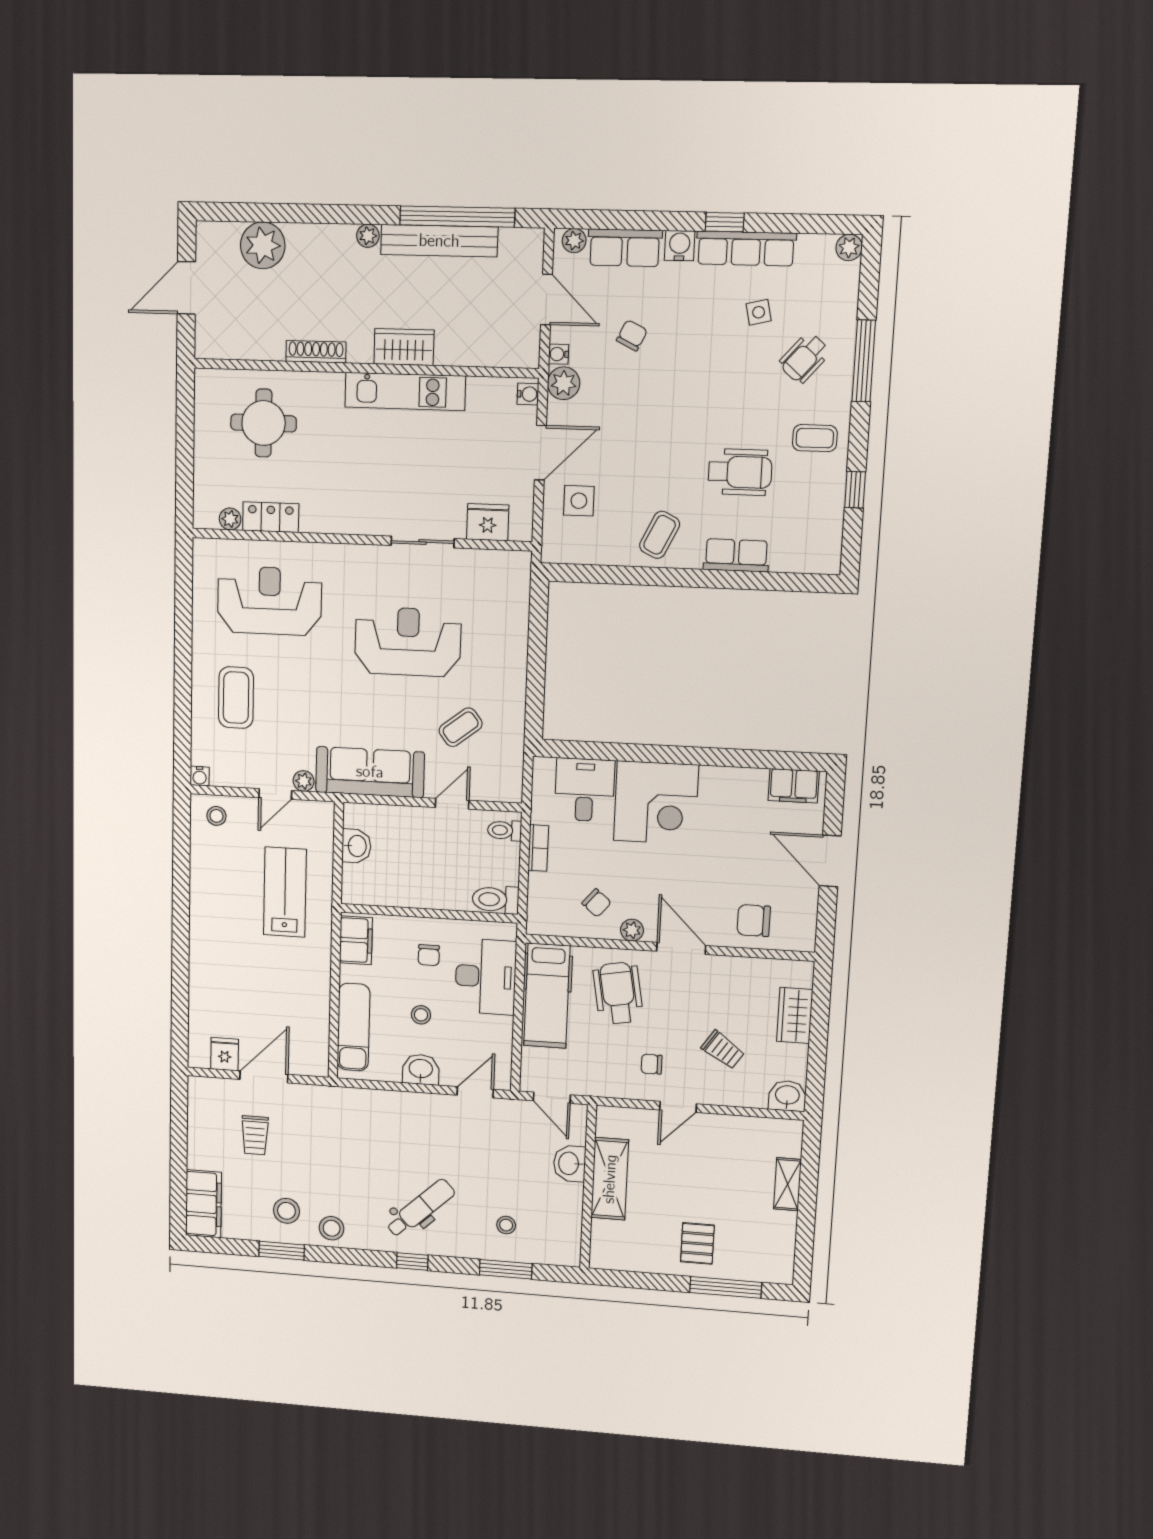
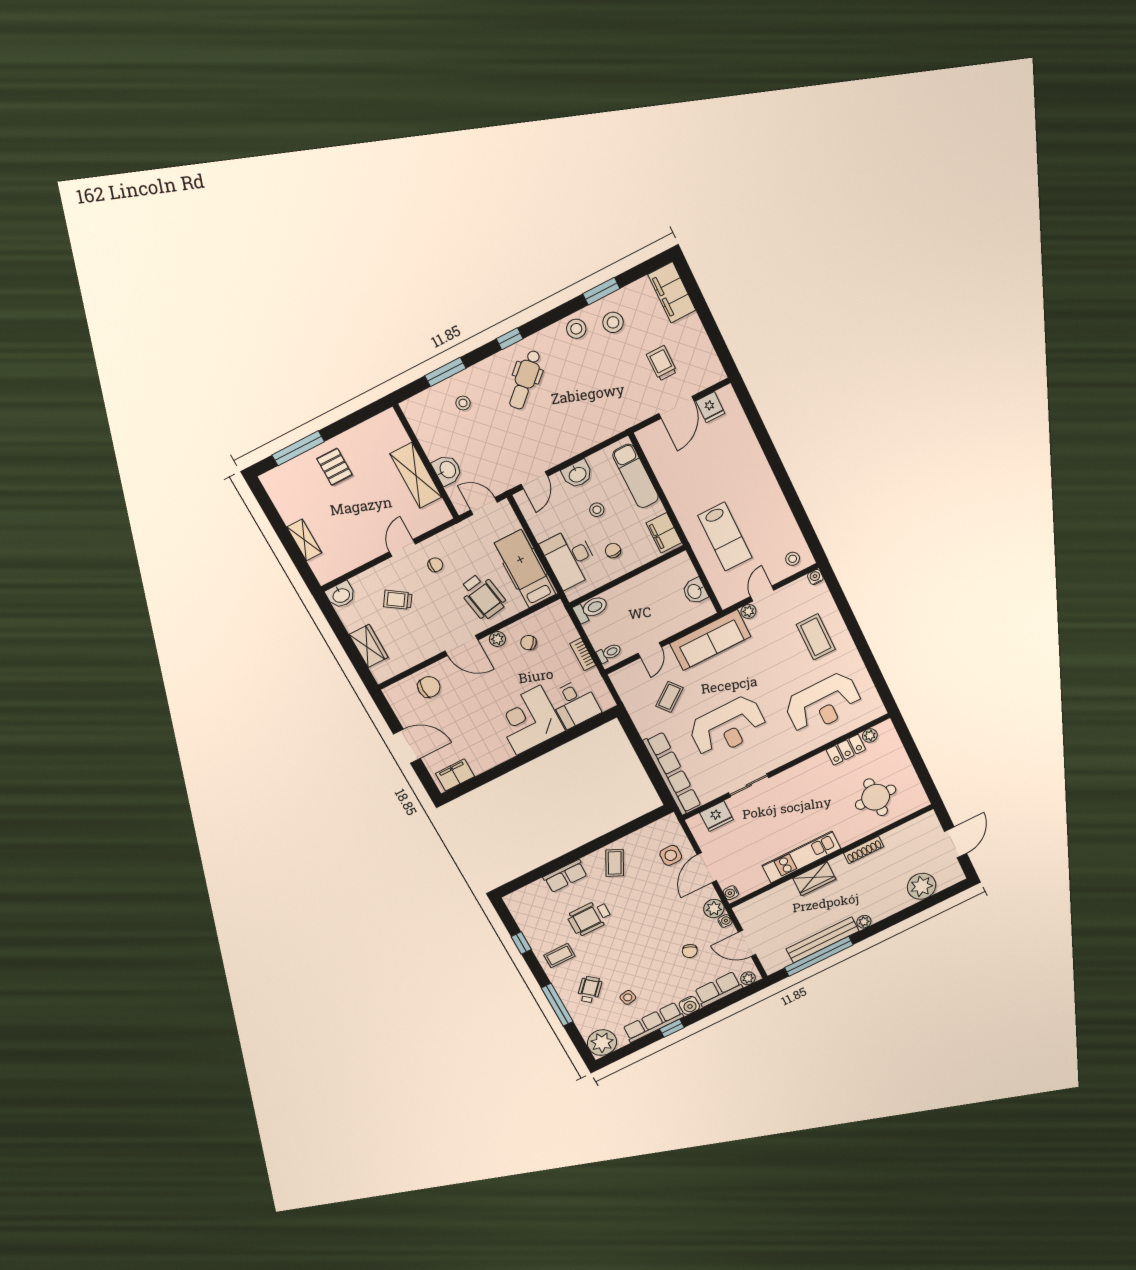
plant: (849, 247) -> (602, 1043), width x1.88, depth x1.88
row of seats: (513, 620) -> (672, 773), added

